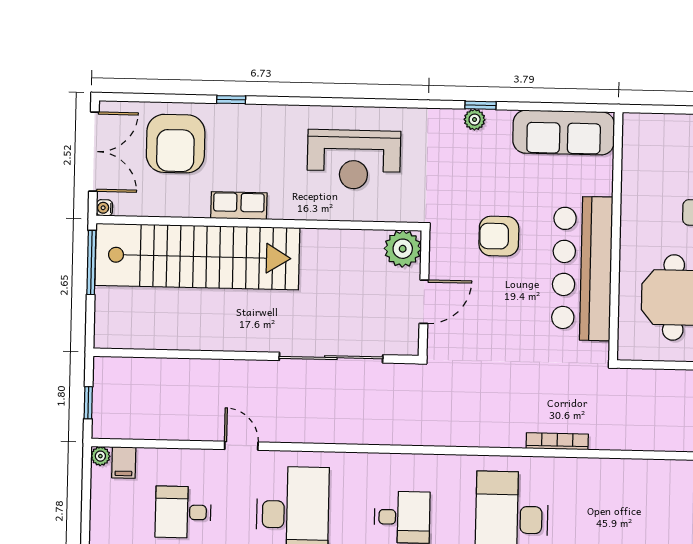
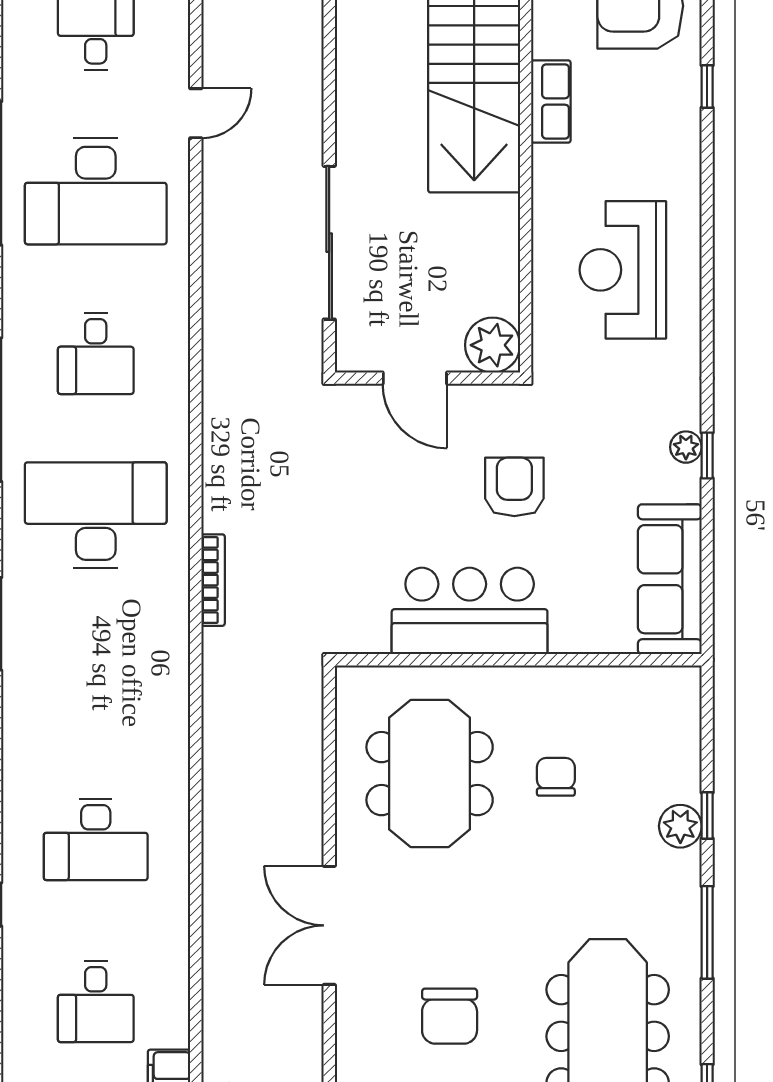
bar counter: (582, 268) -> (470, 611), width x0.73

